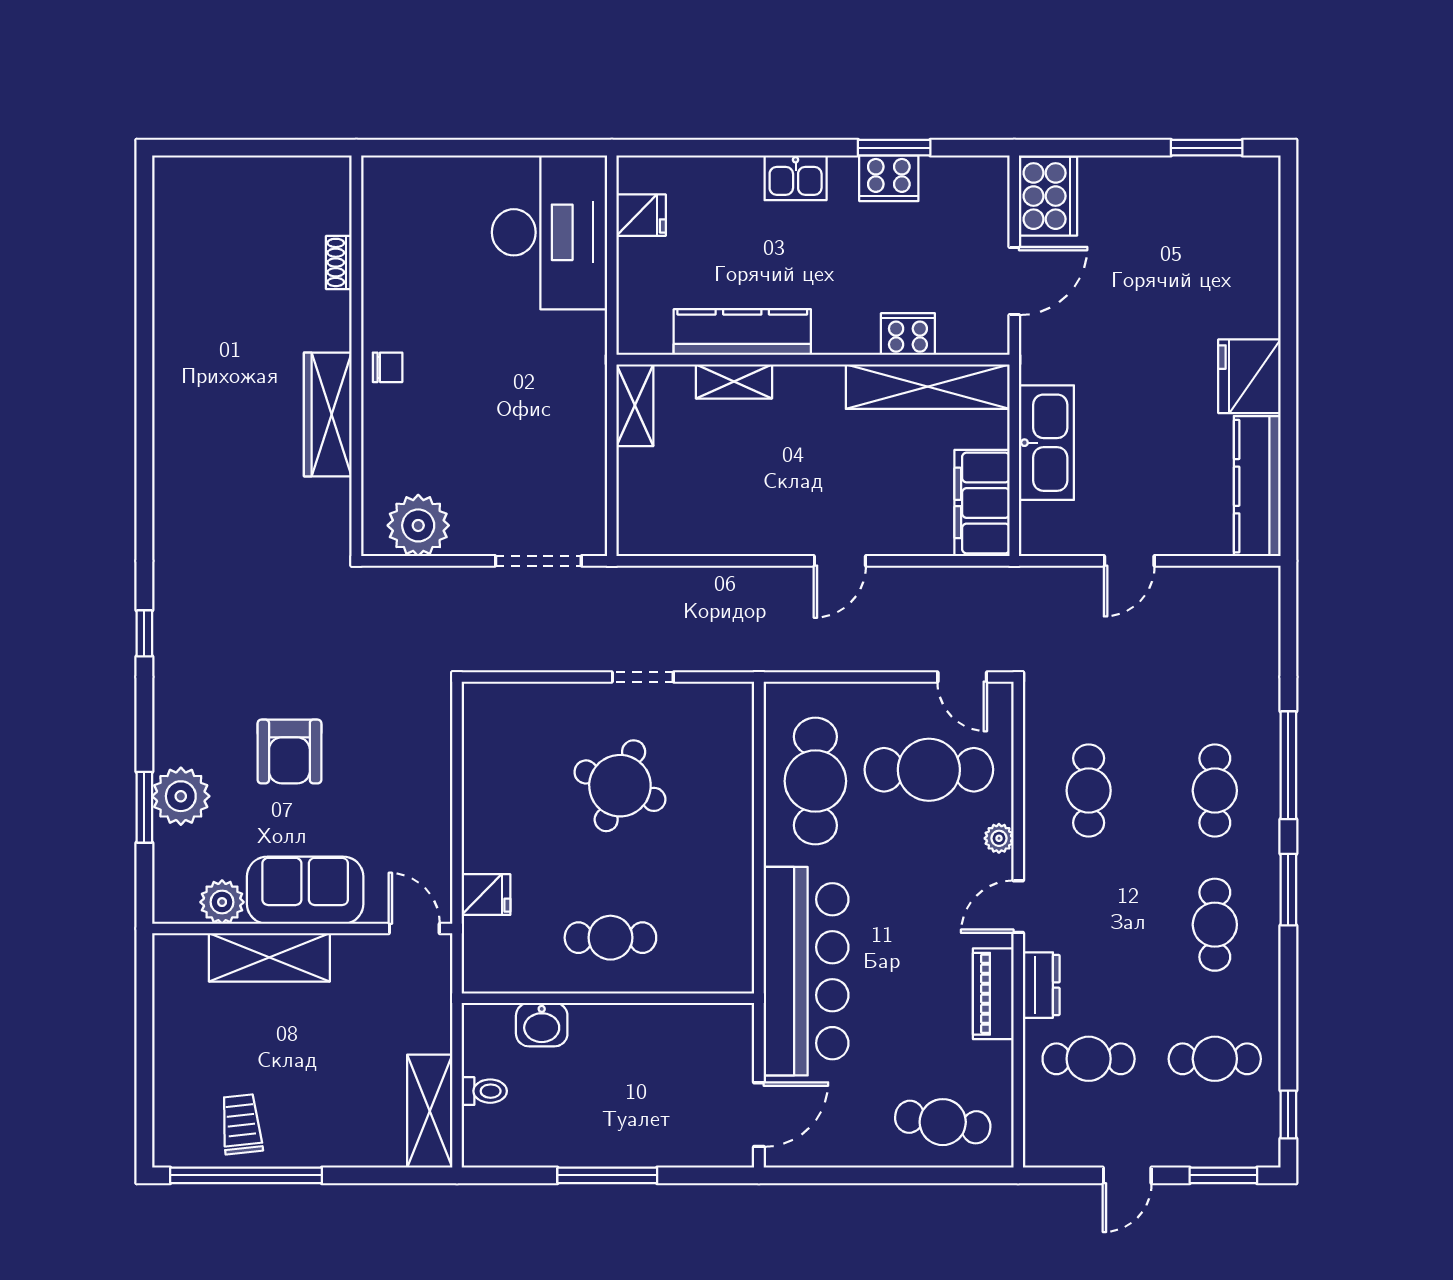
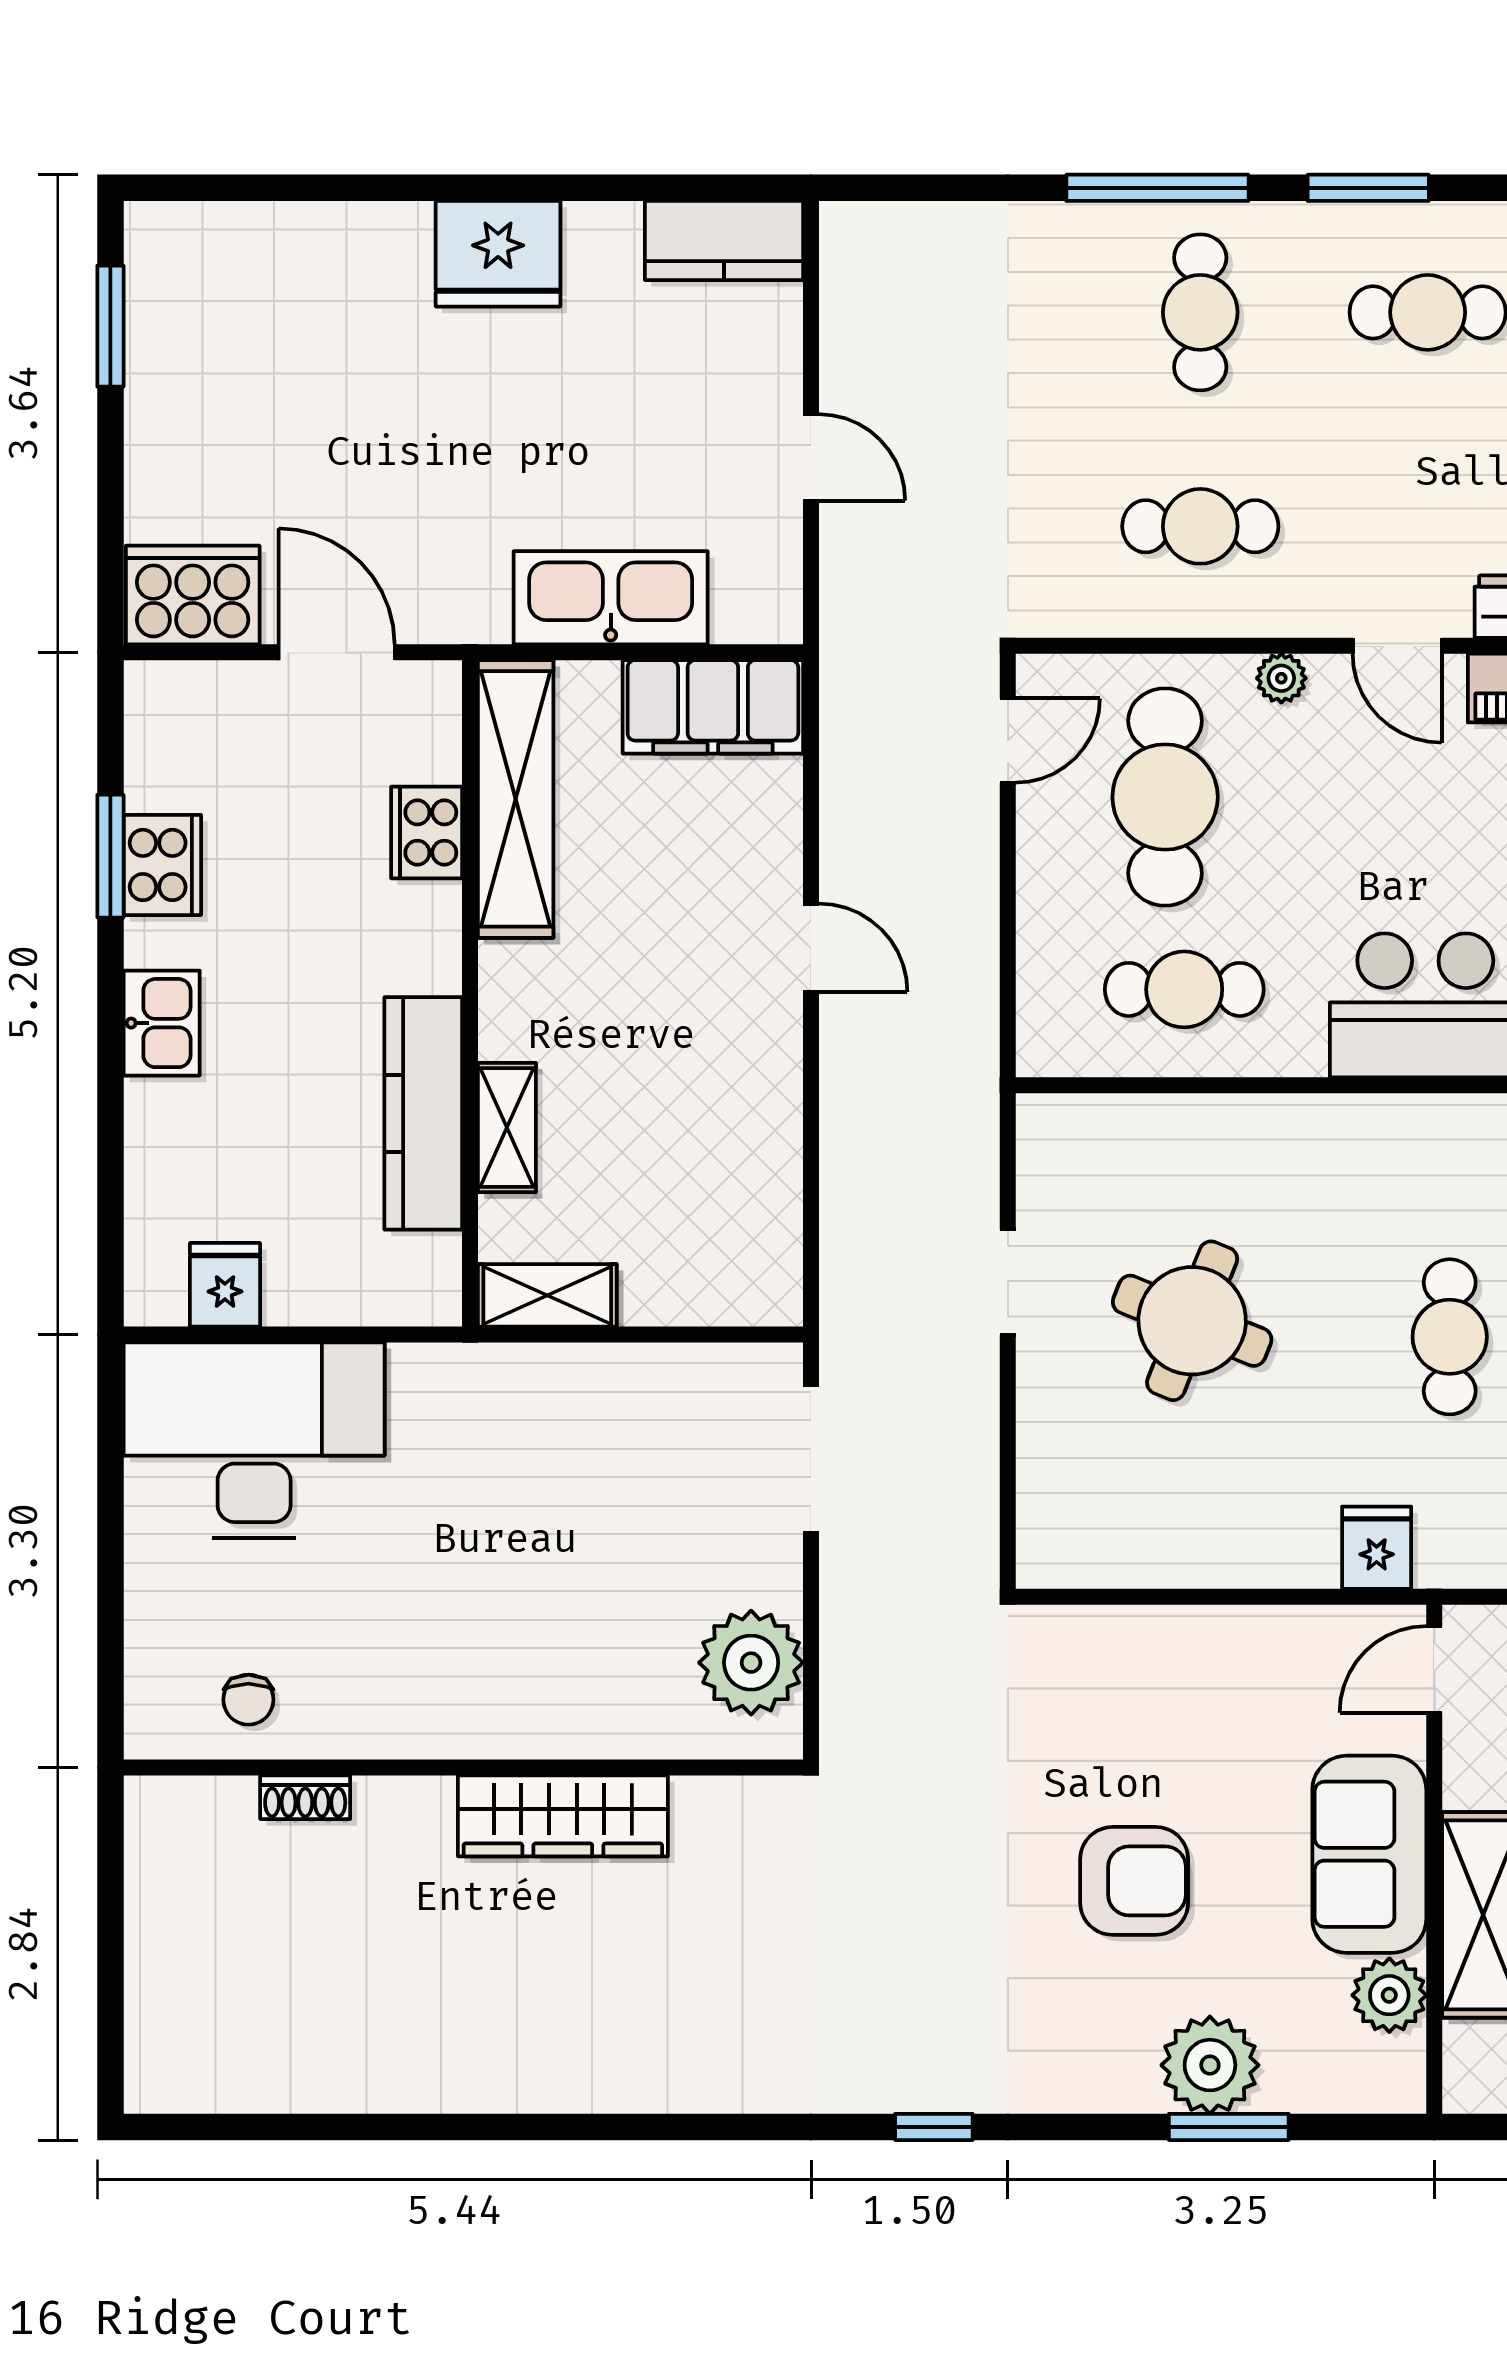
chair: (388, 367) -> (248, 1700), moved, turned 180
kitchen counter: (1257, 486) -> (724, 240), width x0.67
cafe table: (815, 781) -> (1184, 989), width x0.73, depth x0.74
cafe table: (1215, 791) -> (1200, 312), turned 90

